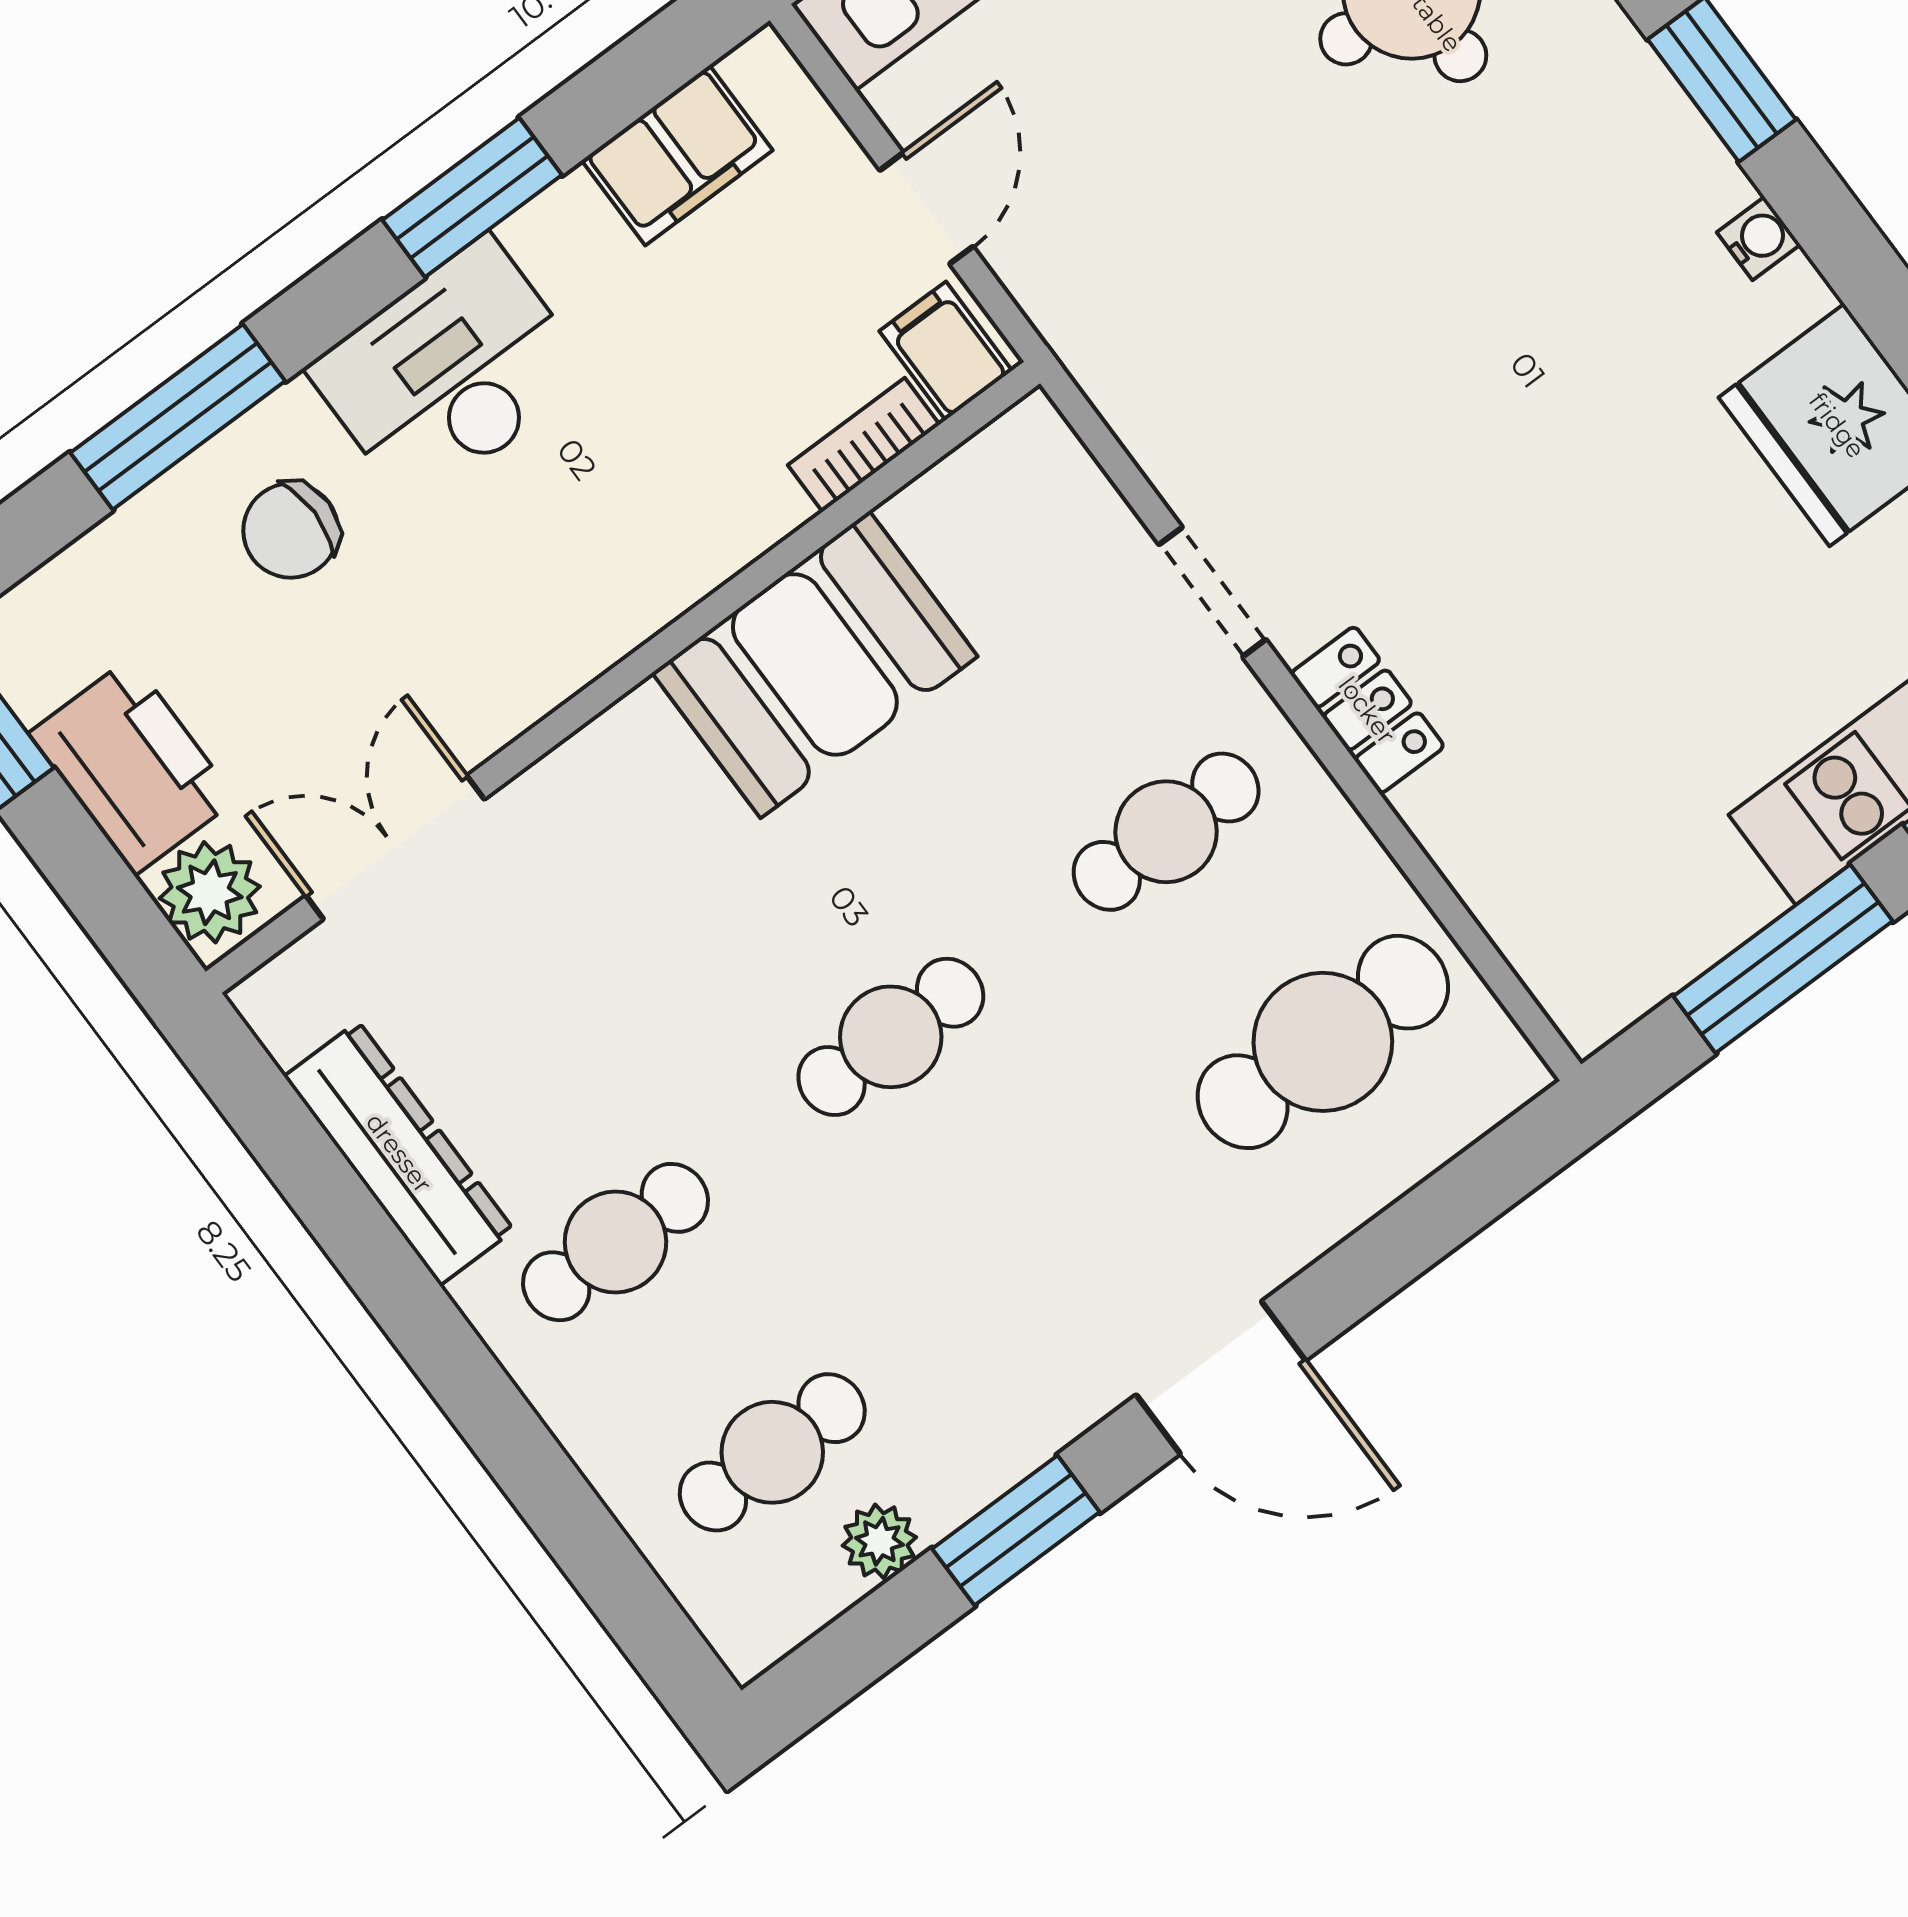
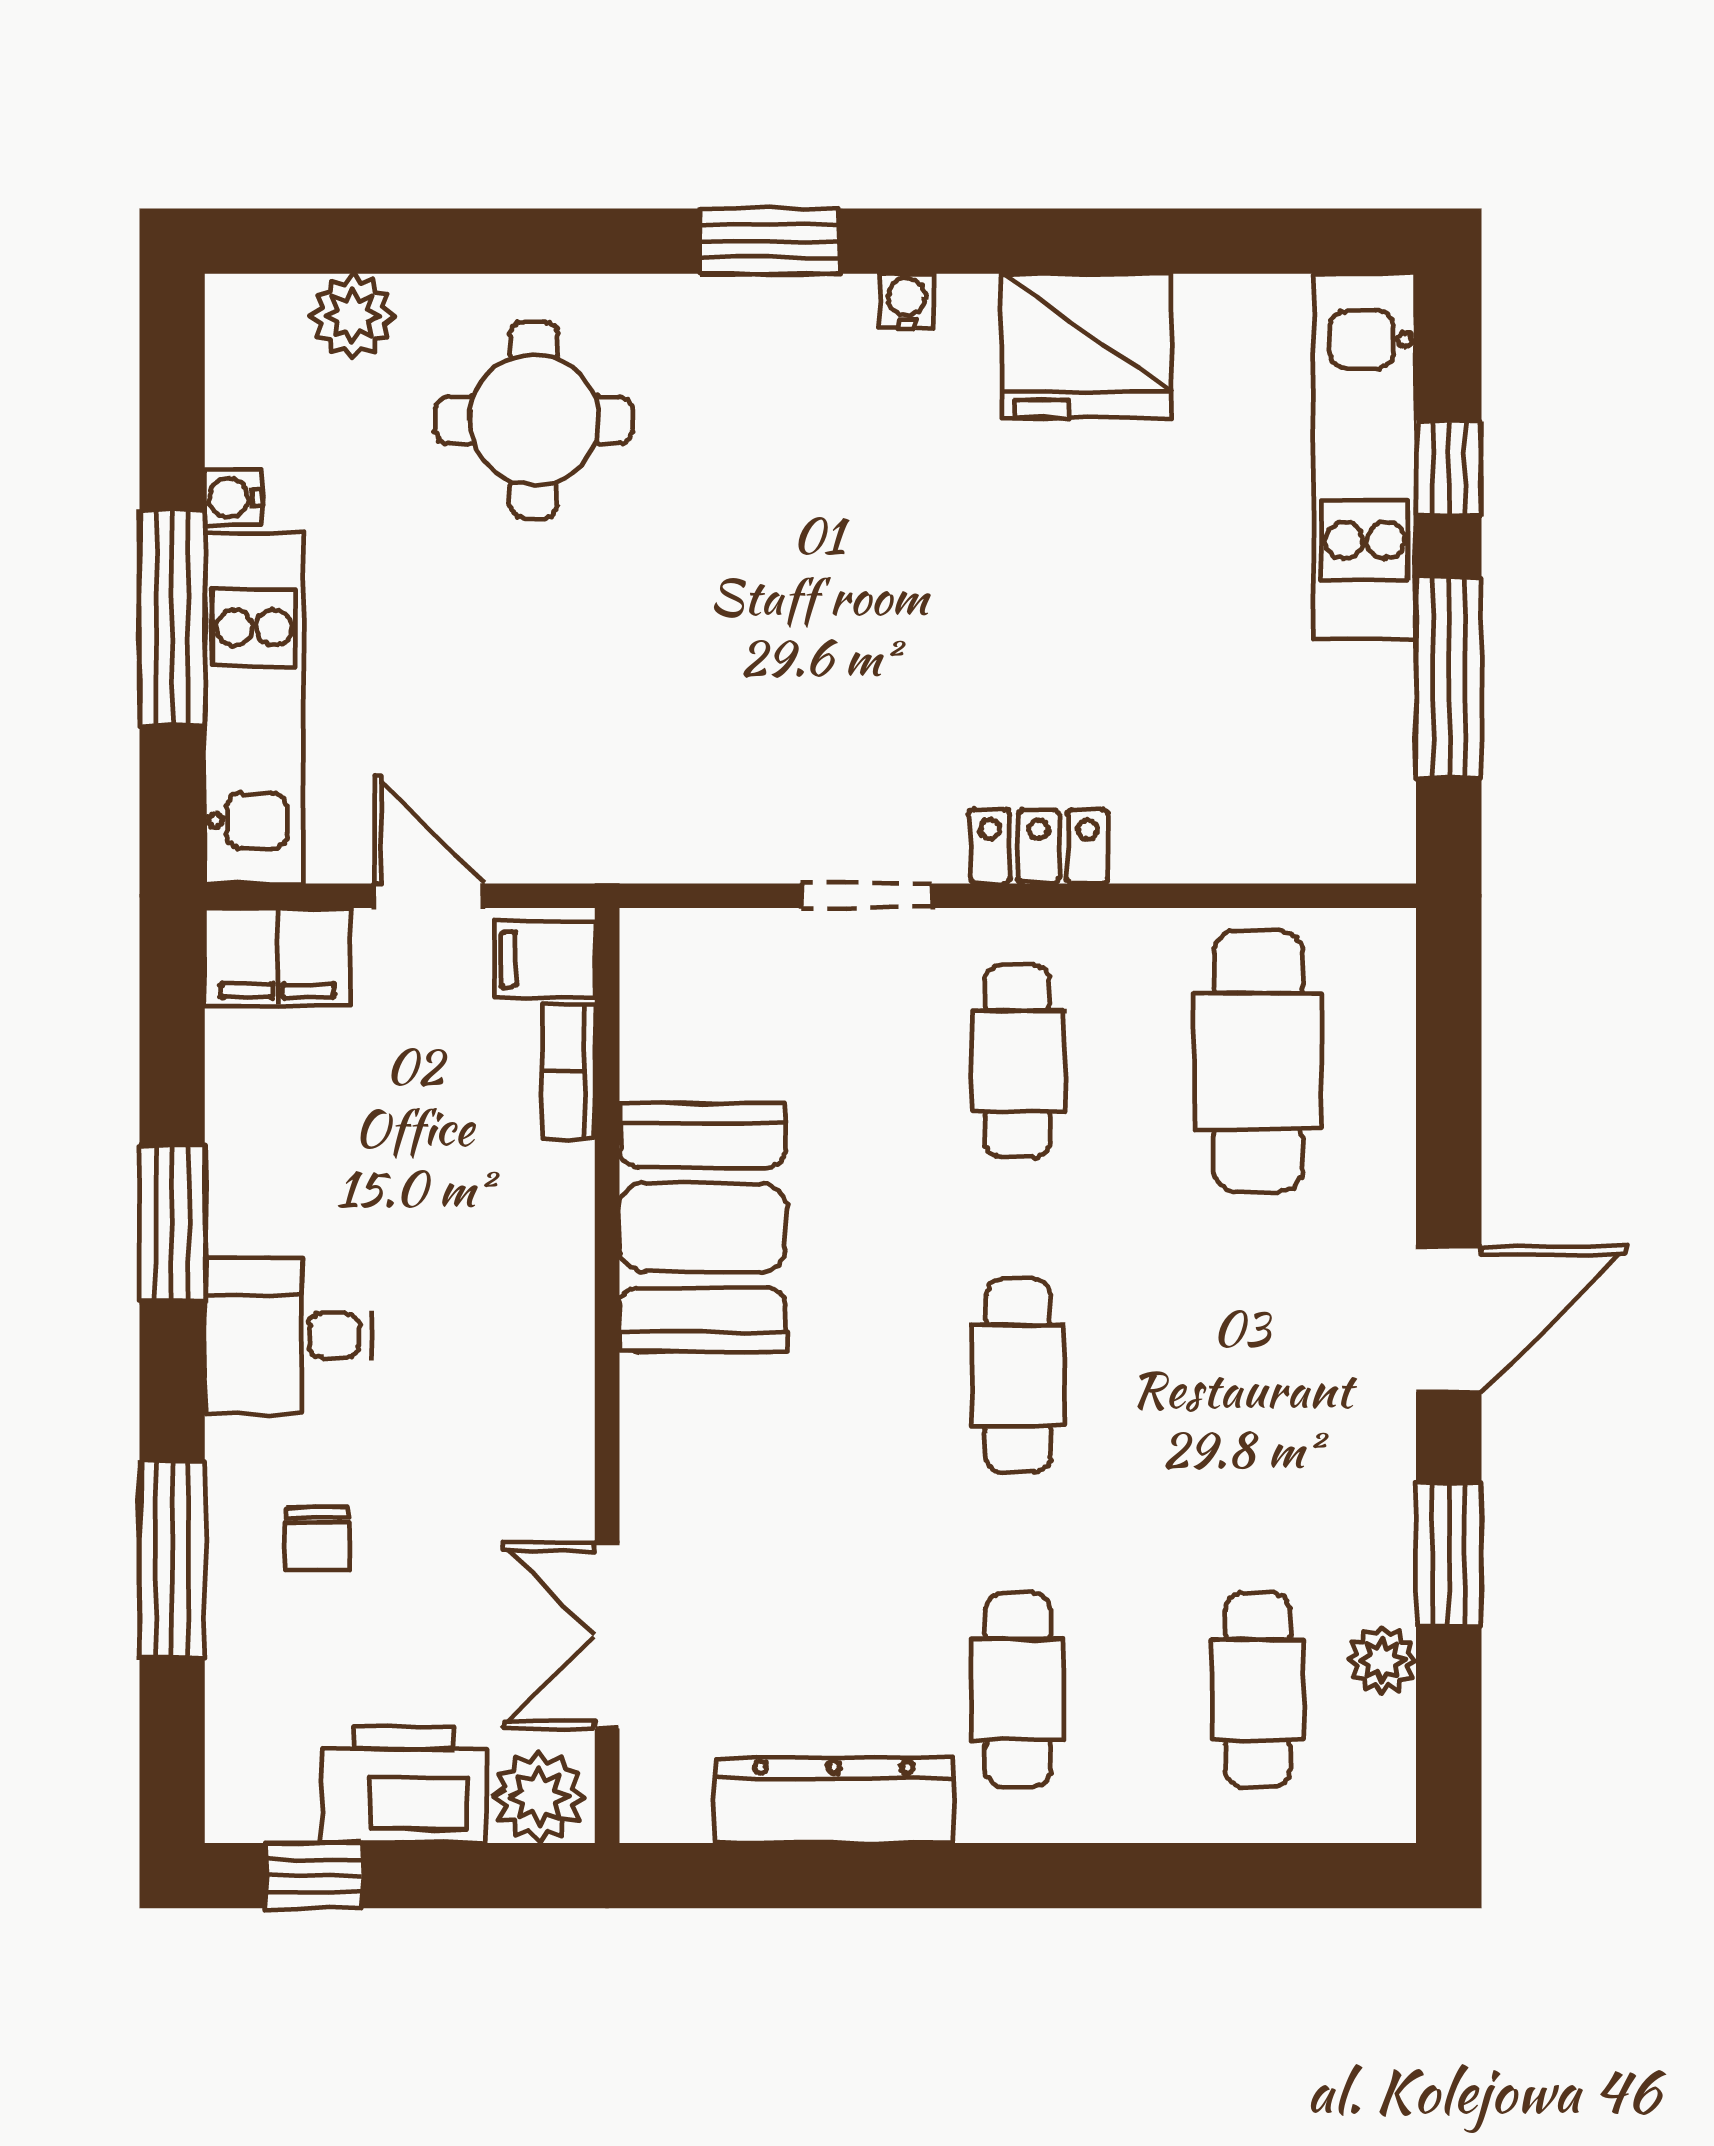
filing cabinet: (677, 155) -> (278, 957), moved, turned 90
desk: (450, 372) -> (289, 1336), width x0.73
chair: (291, 530) -> (317, 1539), width x0.73, depth x0.73

